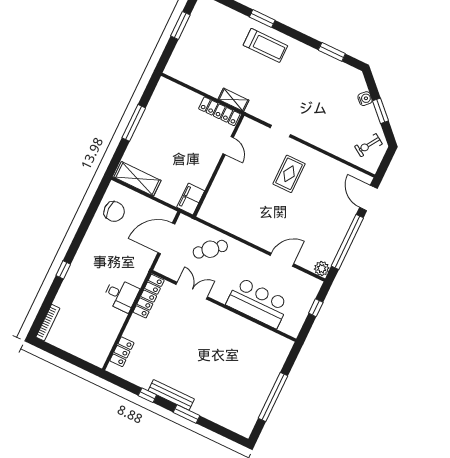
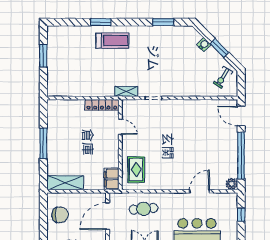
shelving: (233, 100) -> (126, 91), moved
rug: (289, 174) -> (136, 170), moved
cafe table: (210, 249) -> (144, 209), turned 36

